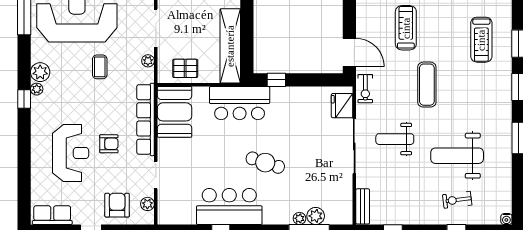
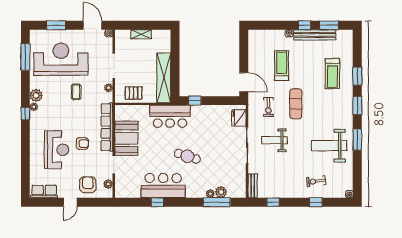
exercise bike: (365, 89) -> (268, 107), moved
booth: (175, 112) -> (126, 138), moved
weight bench: (457, 156) -> (329, 146), moved

